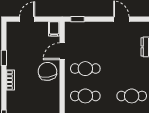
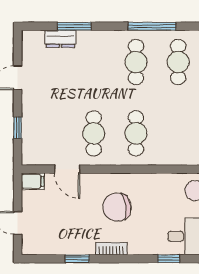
window: (77, 19) -> (18, 128), moved
chair: (47, 71) -> (117, 207), moved

